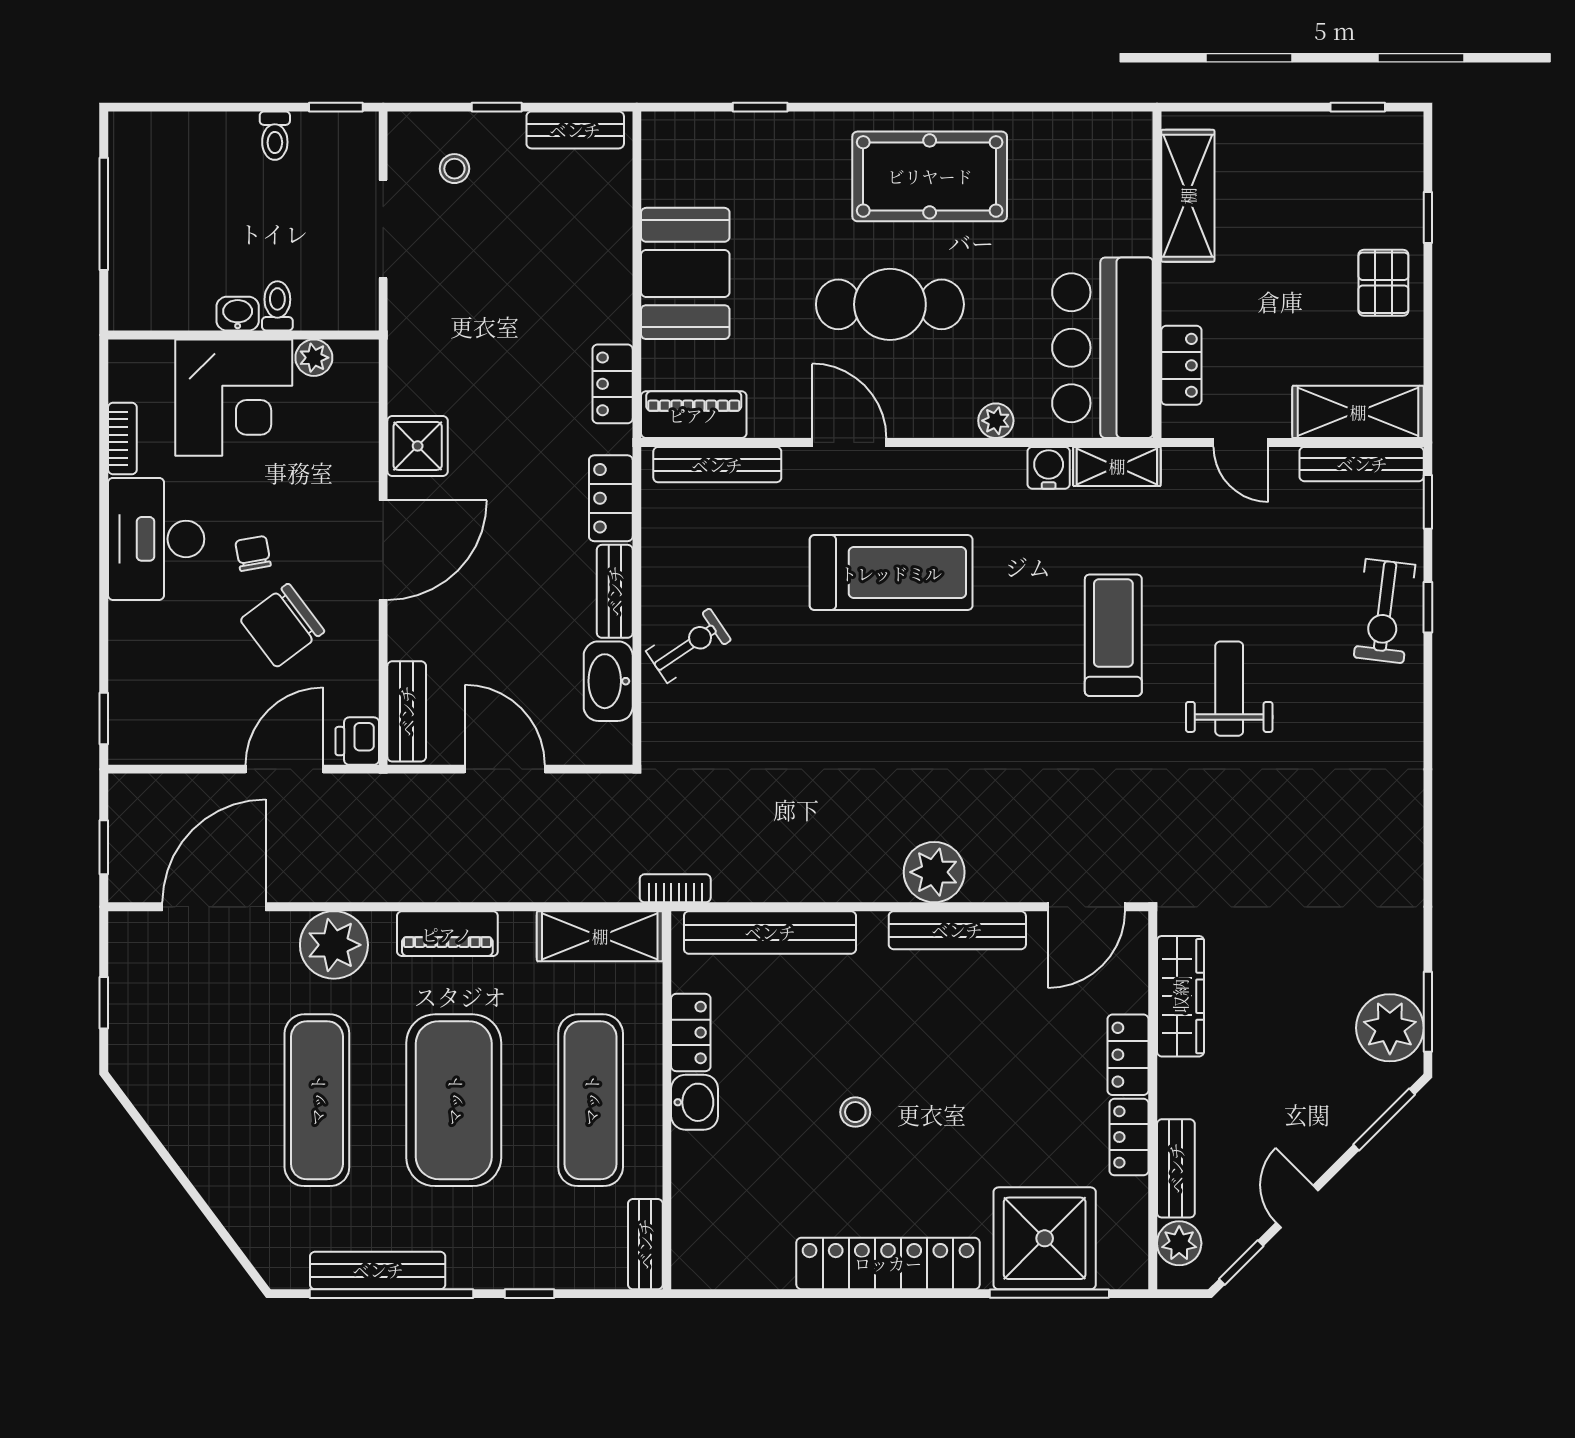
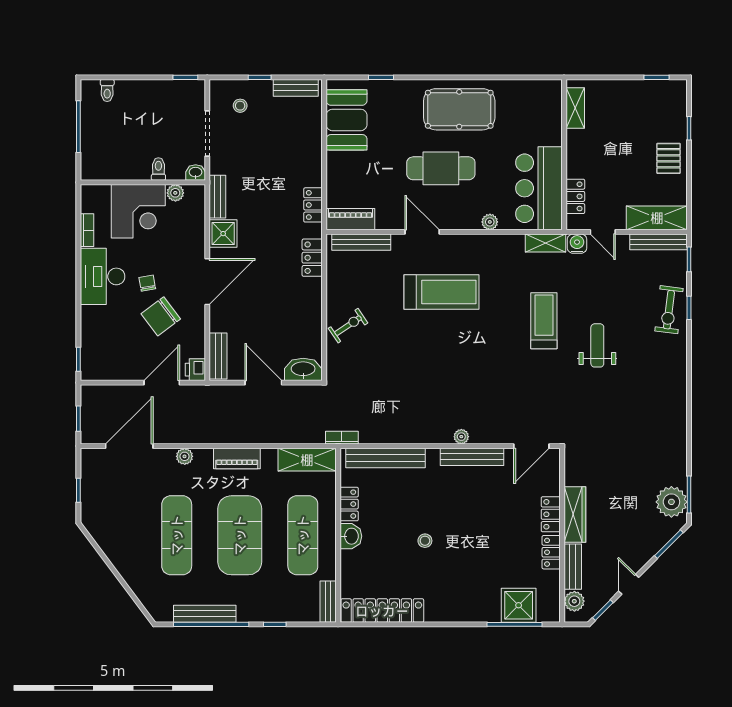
toilet: (275, 136) -> (107, 91), moved
shelving: (1188, 196) -> (575, 108), width x0.67, depth x0.75
booth: (685, 273) -> (347, 120), moved
washbasin: (238, 314) -> (196, 173), moved
water cooler: (1049, 468) -> (577, 244), moved
bench: (615, 591) -> (217, 197), moved
washbasin: (608, 681) -> (303, 369), moved, turned 90
plant: (934, 872) -> (461, 437), width x0.53, depth x0.53
plant: (334, 945) -> (185, 456), width x0.53, depth x0.53
wardrobe: (1180, 996) -> (575, 515), moved
shower: (1045, 1238) -> (519, 605), width x0.73, depth x0.73
locker: (888, 1263) -> (382, 611), moved

